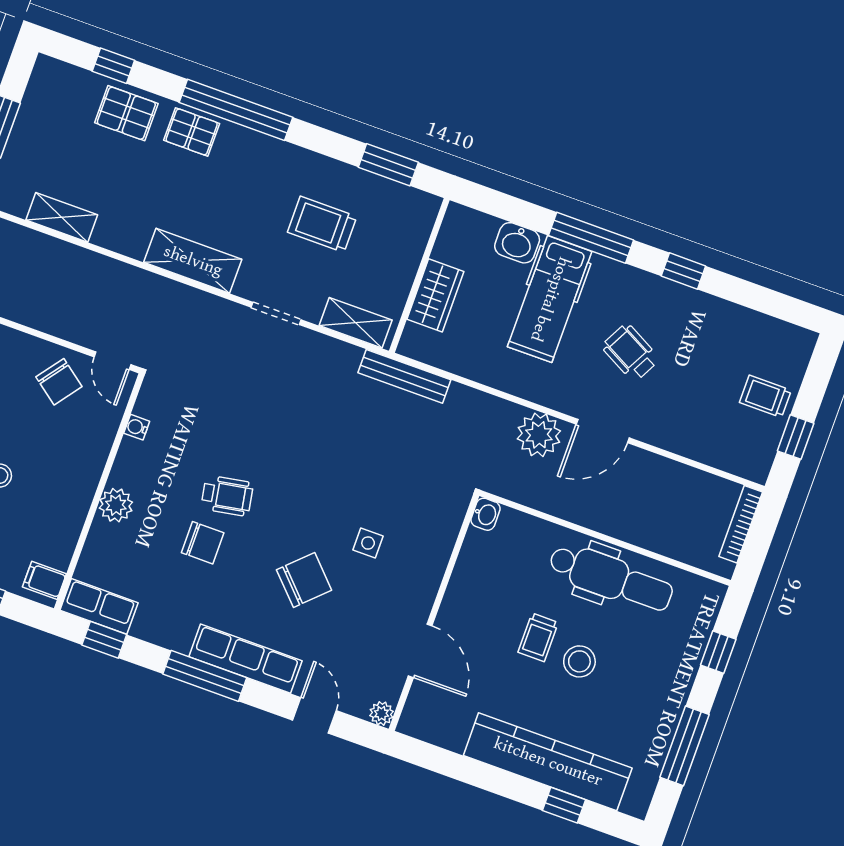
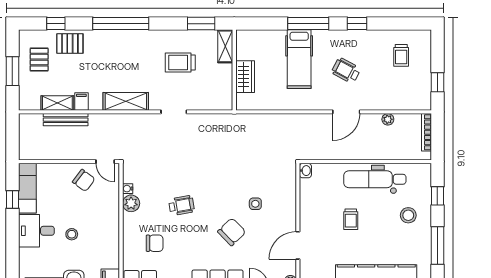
pallet: (192, 132) -> (39, 60), moved, turned 90
filing cabinet: (108, 231) -> (81, 102), added
washbasin: (517, 243) -> (274, 38), removed
shelving: (356, 323) -> (225, 46), moved, turned 90
bench: (404, 376) -> (66, 120), moved
trolley: (765, 396) -> (401, 55), moved, turned -90
plant: (539, 435) -> (388, 119), moved, width x0.53, depth x0.53
plant: (116, 505) -> (131, 203), moved
chair: (203, 543) -> (155, 243), moved
dental chair: (611, 578) -> (375, 179), turned 180
door: (420, 651) -> (298, 245), swing flipped
stool: (579, 661) -> (408, 215), moved

